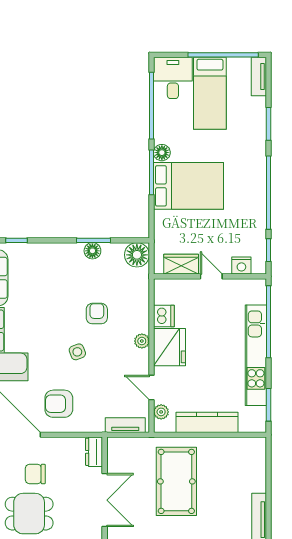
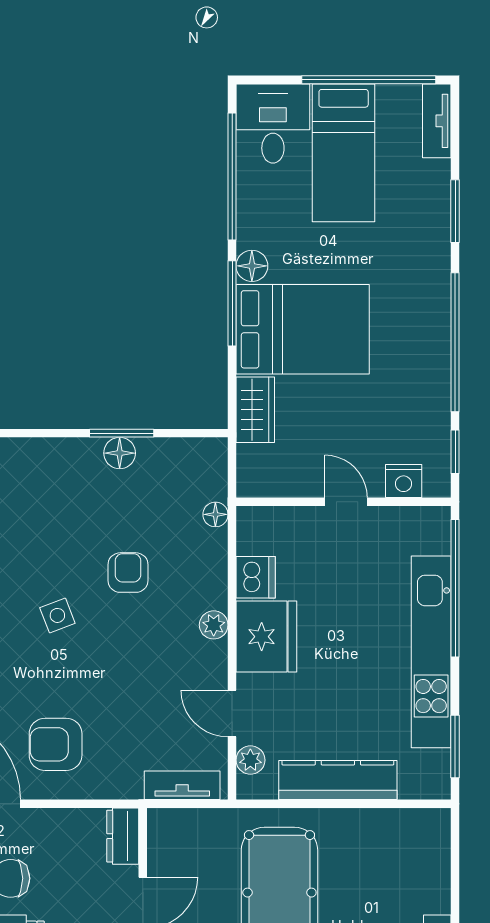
floor lamp: (137, 255) -> (215, 514), moved, width x0.53, depth x0.53
wardrobe: (181, 264) -> (255, 410), moved, turned 90
side table: (77, 352) -> (57, 615), moved

